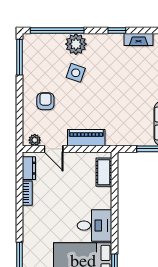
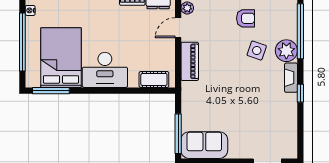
fireplace: (139, 40) -> (291, 78), moved
armchair: (45, 101) -> (246, 18), moved
desk: (94, 226) -> (105, 70), width x1.37

